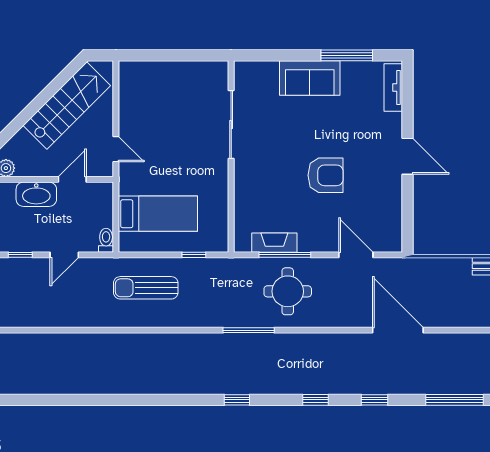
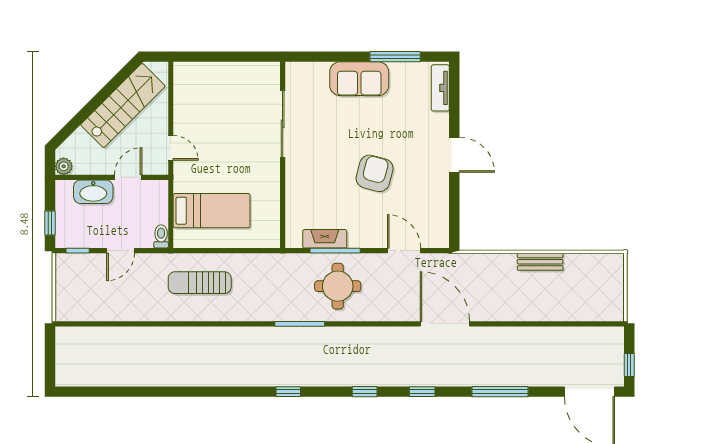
armchair: (326, 175) -> (375, 173), turned -75
window: (194, 255) -> (247, 251), removed

